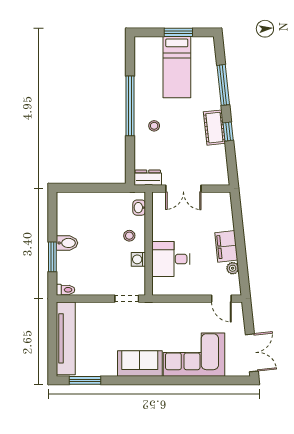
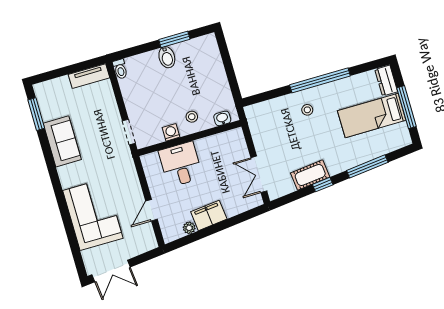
window: (178, 32) -> (406, 107), width x1.44
cot: (214, 128) -> (310, 175), moved
dresser: (148, 178) -> (386, 81), moved, turned 180
double door: (183, 189) -> (259, 174), moved
window: (52, 257) -> (174, 39), moved
door: (221, 299) -> (151, 210), moved
tv unit: (66, 338) -> (89, 76), width x0.52, depth x0.78
sofa: (140, 363) -> (62, 141), moved

